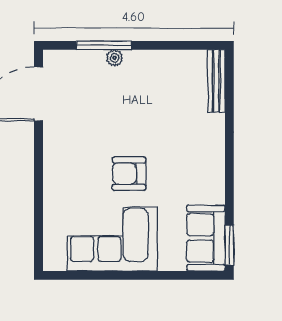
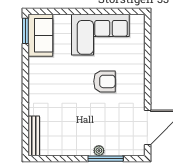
armchair: (129, 174) -> (104, 81), moved

